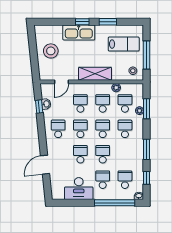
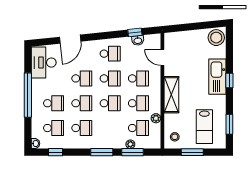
window: (108, 22) -> (229, 124), moved
stool: (51, 51) -> (216, 38), moved
window: (147, 55) -> (192, 152), width x0.69
school desk: (125, 129) -> (82, 128), moved
window: (147, 149) -> (102, 152), moved
door: (45, 165) -> (70, 39), swing flipped
desk: (79, 189) -> (44, 63), moved
window: (115, 203) -> (28, 95), moved

